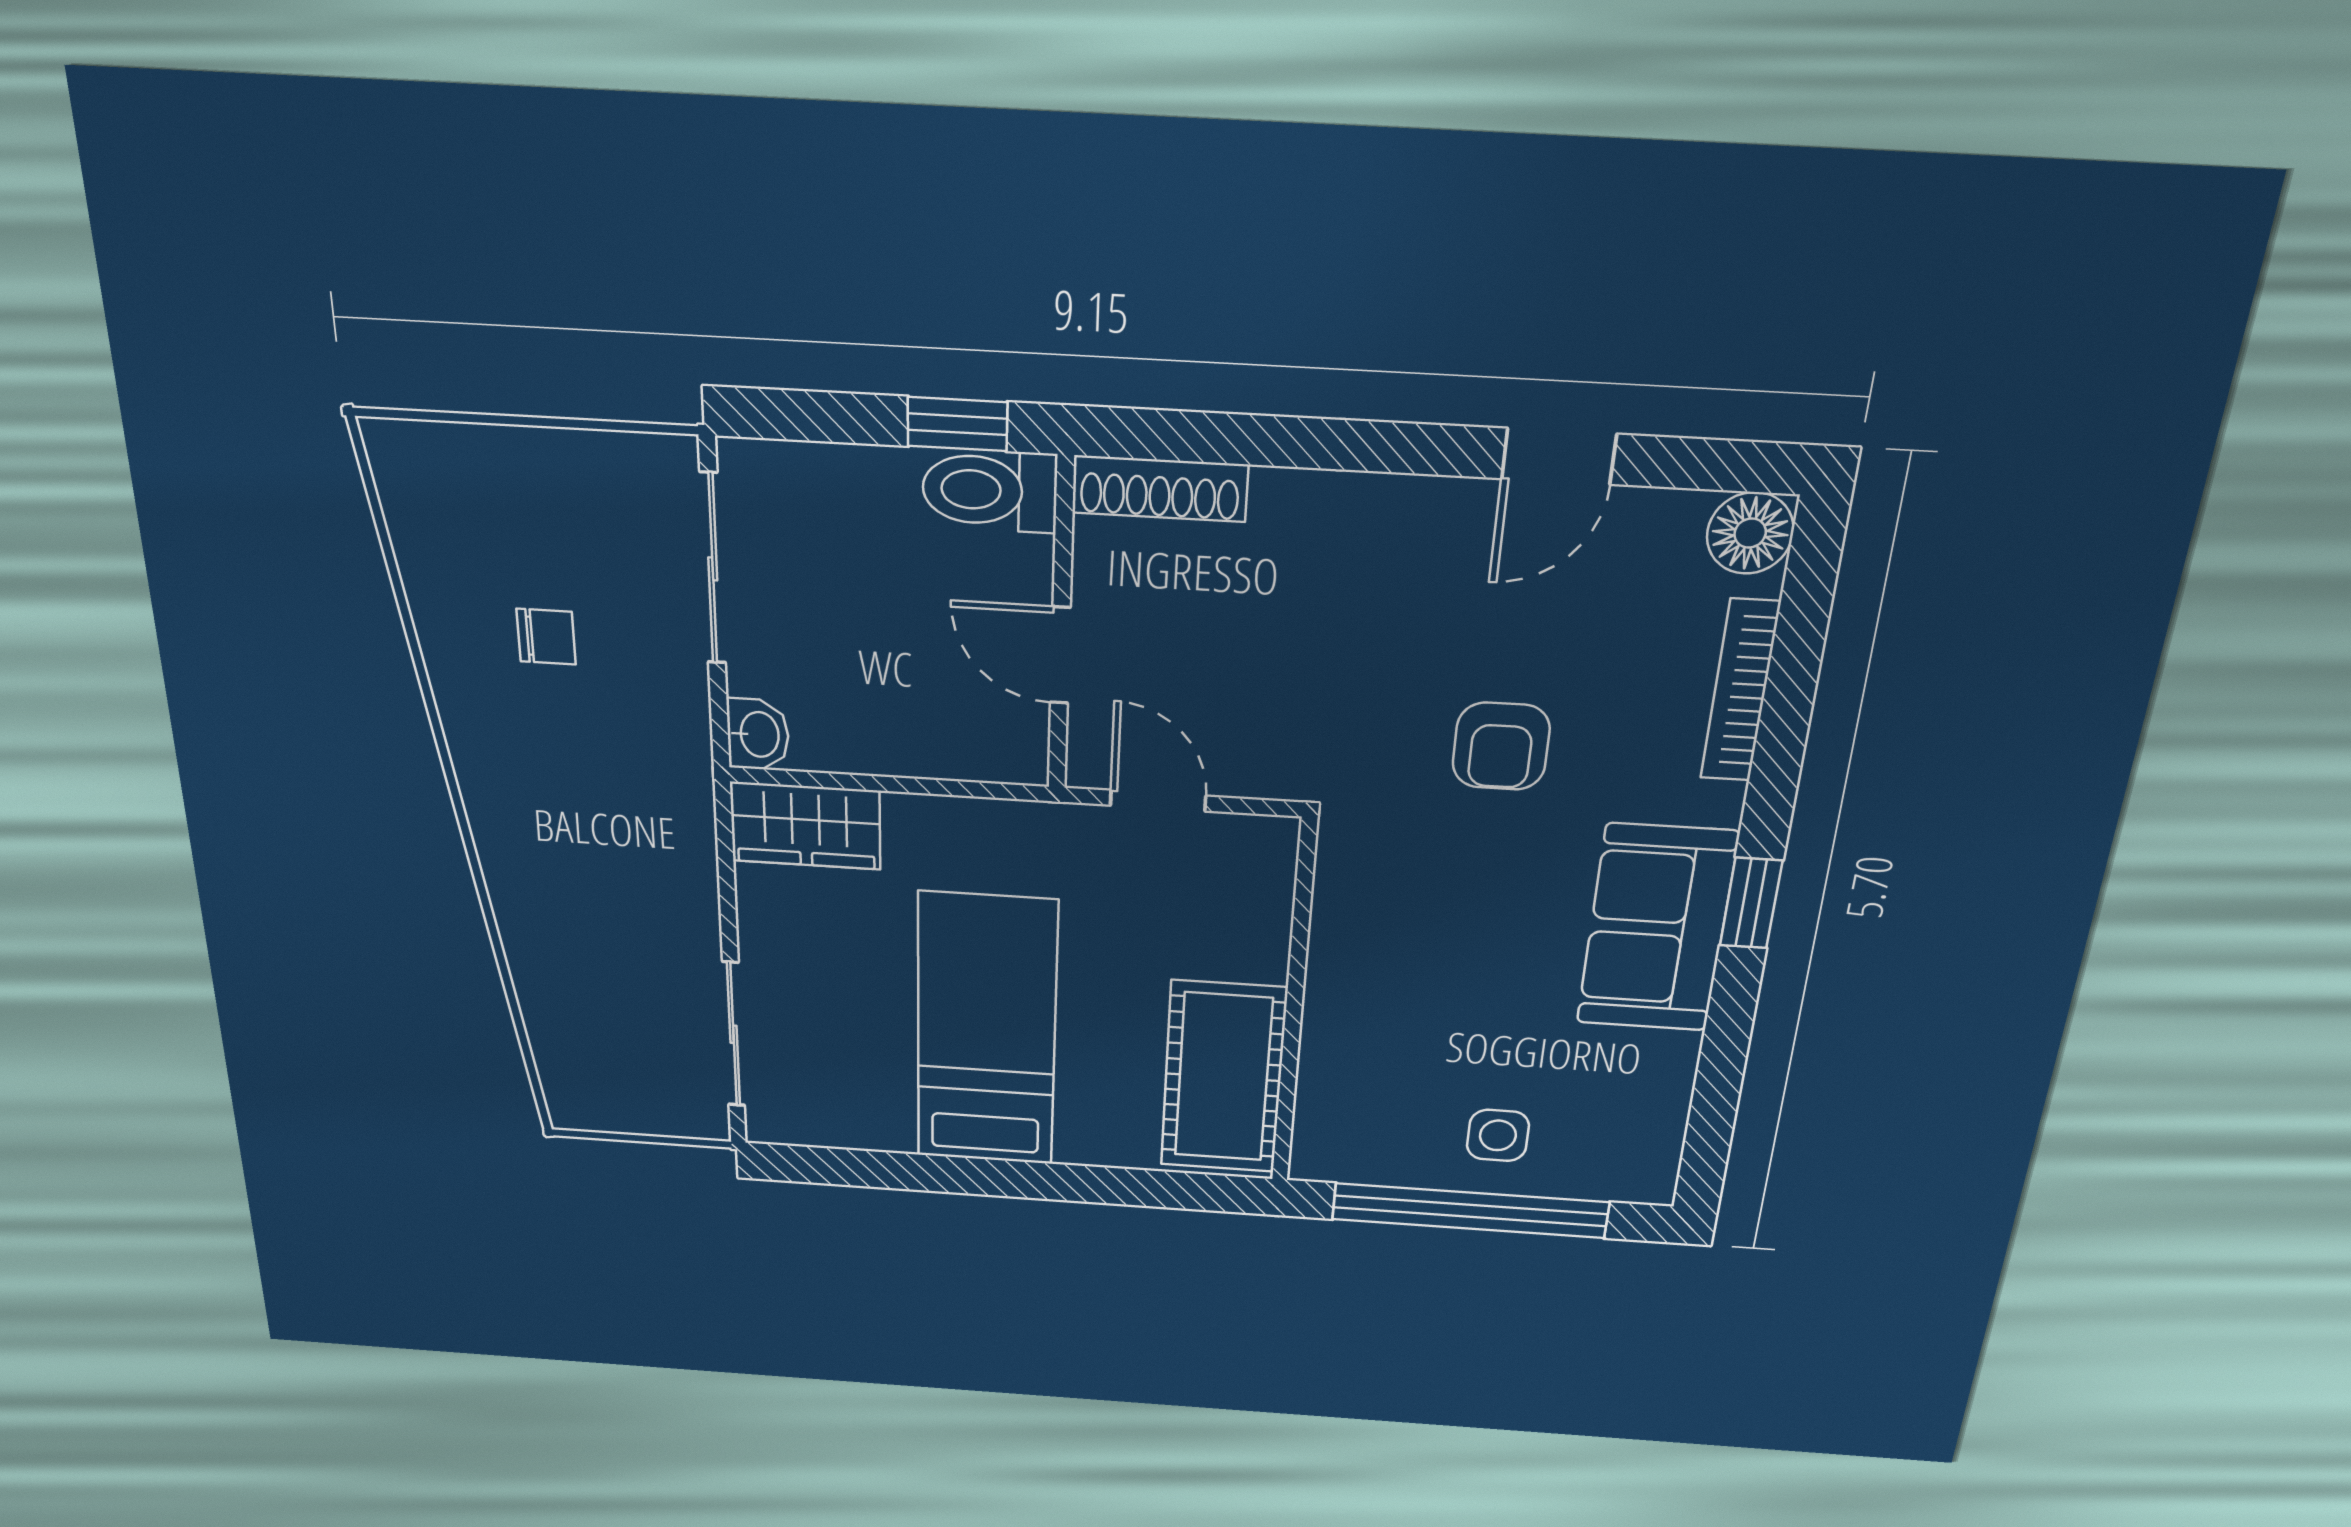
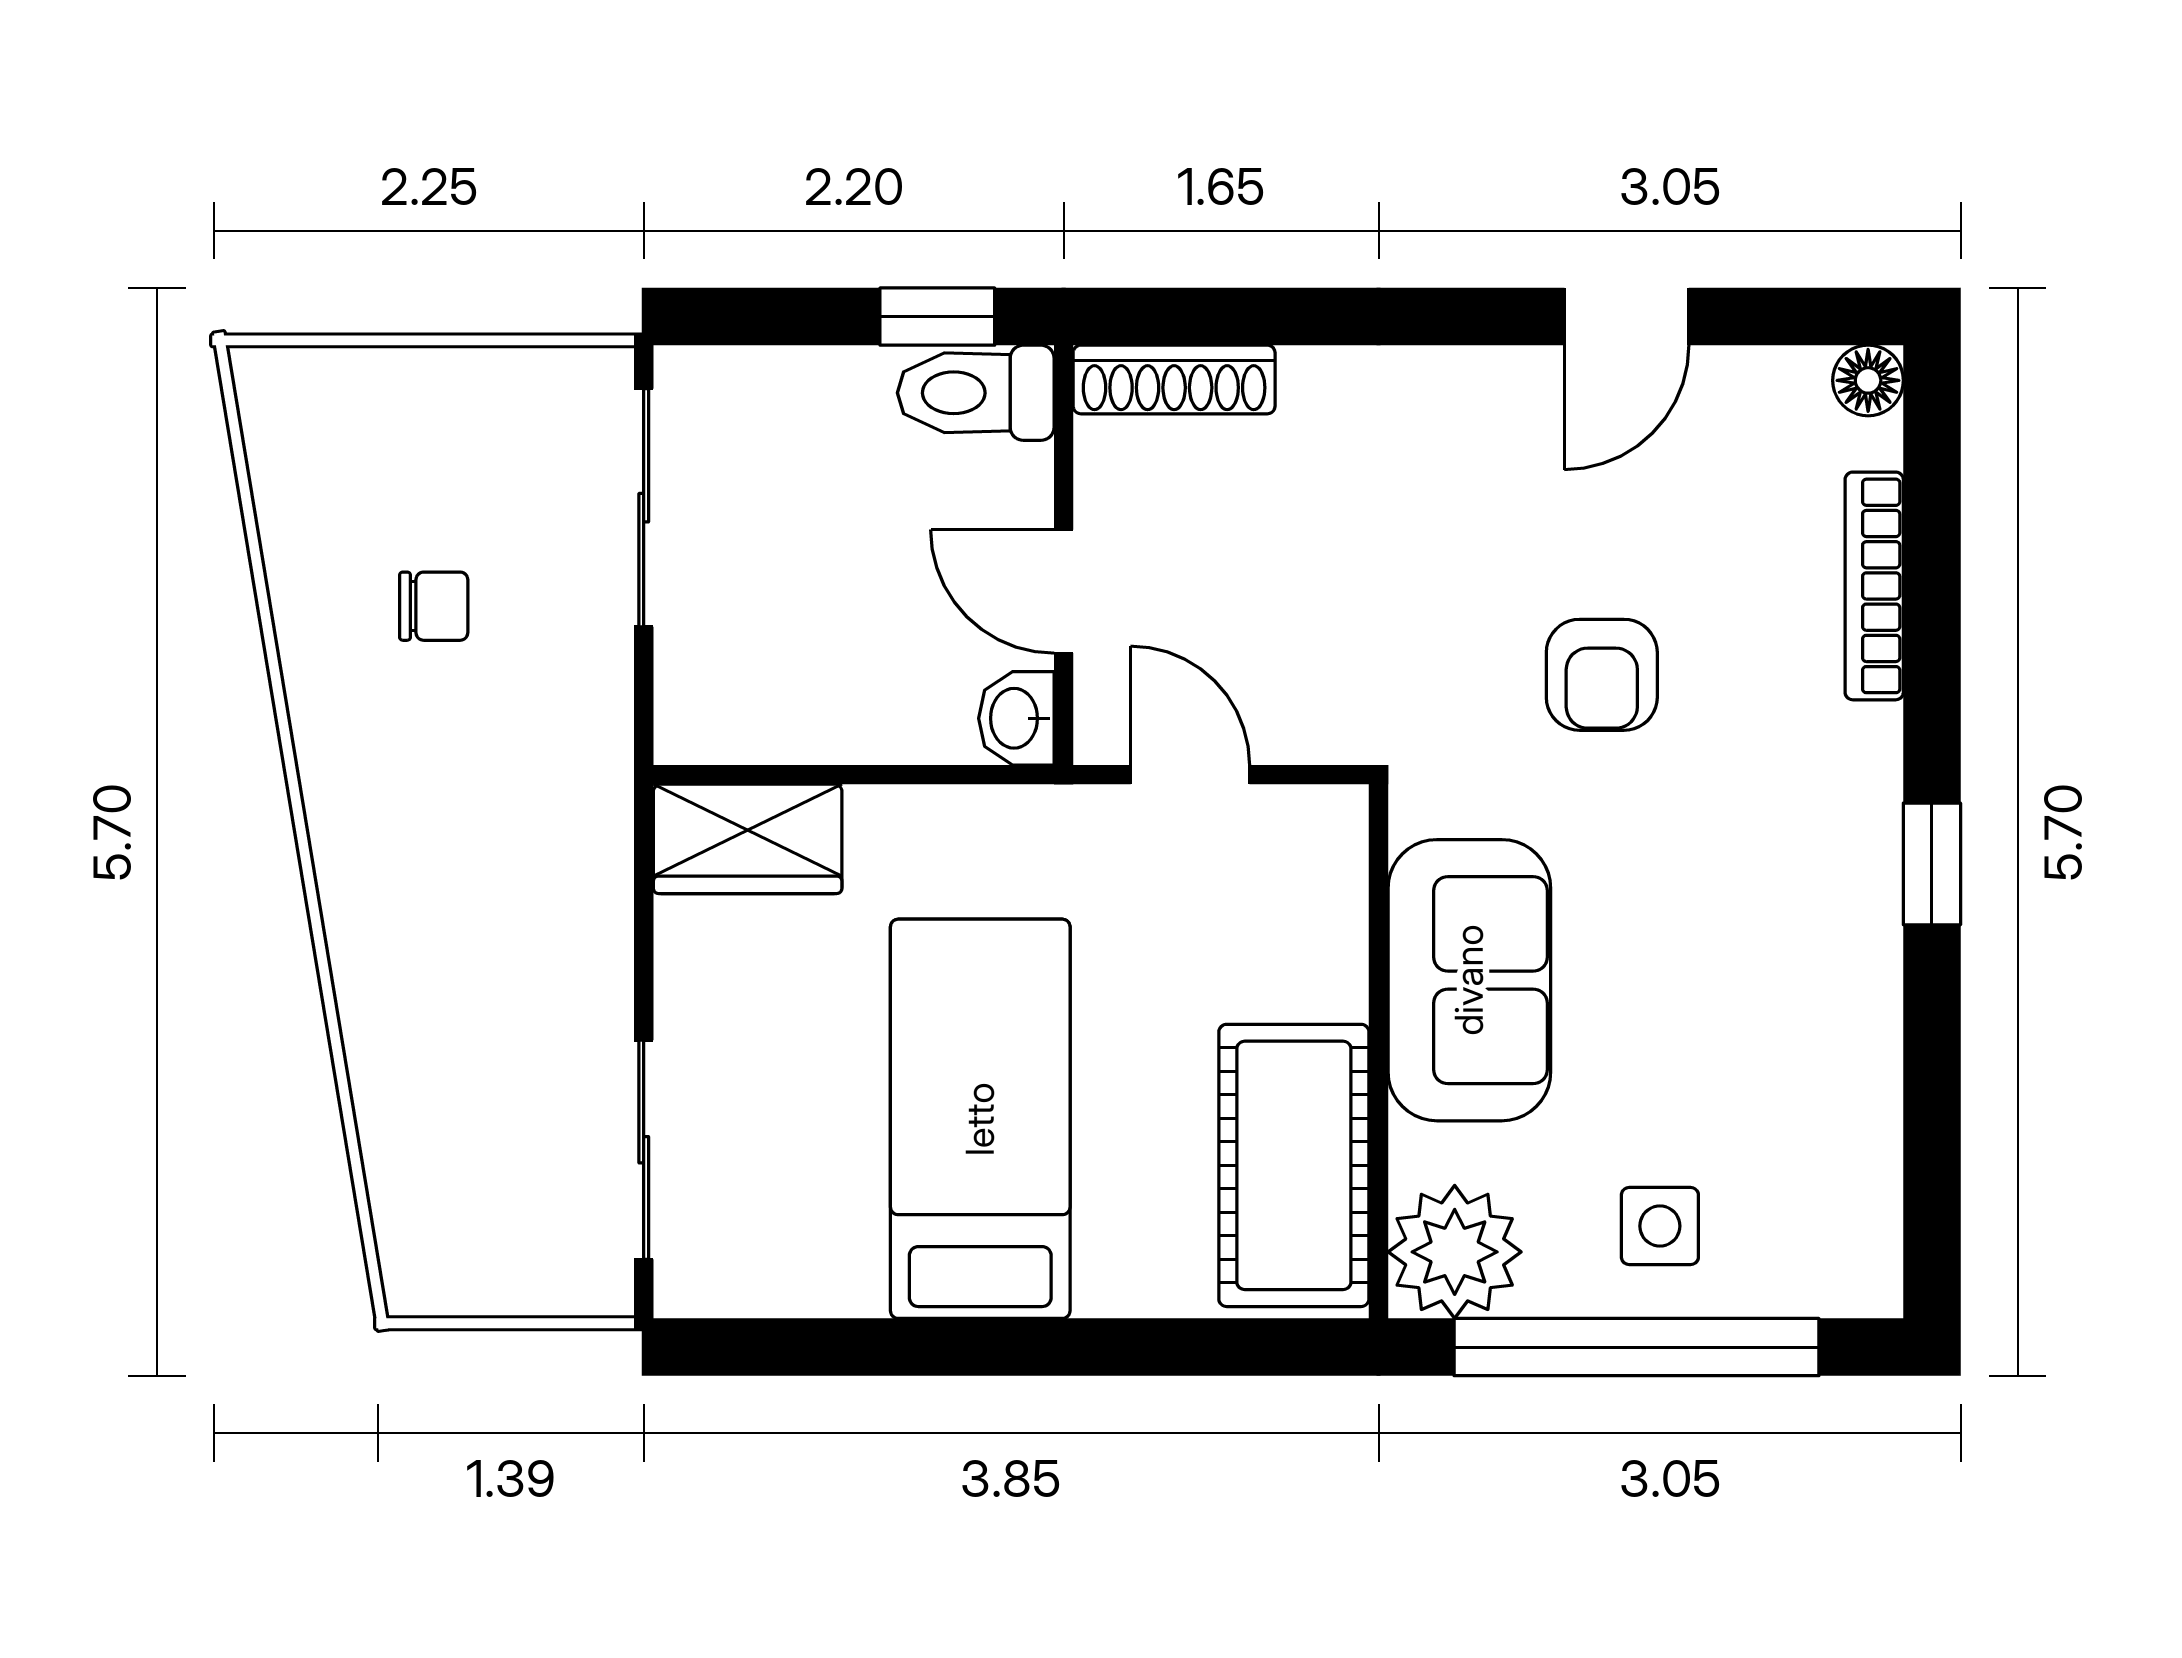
floor lamp: (1750, 533) -> (1868, 380), width x0.73, depth x0.73
washbasin: (758, 734) -> (1016, 718), moved, turned 180
sofa: (1657, 928) -> (1469, 980), moved, turned 180
plant: (1340, 1141) -> (1455, 1252), added

